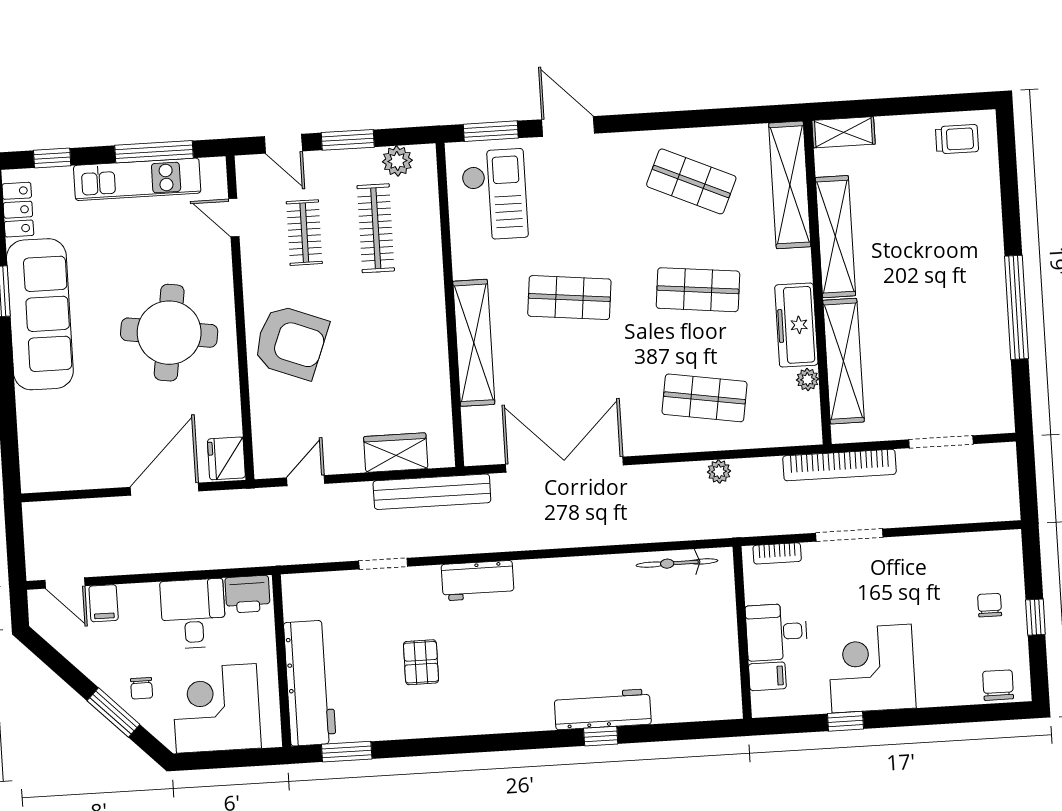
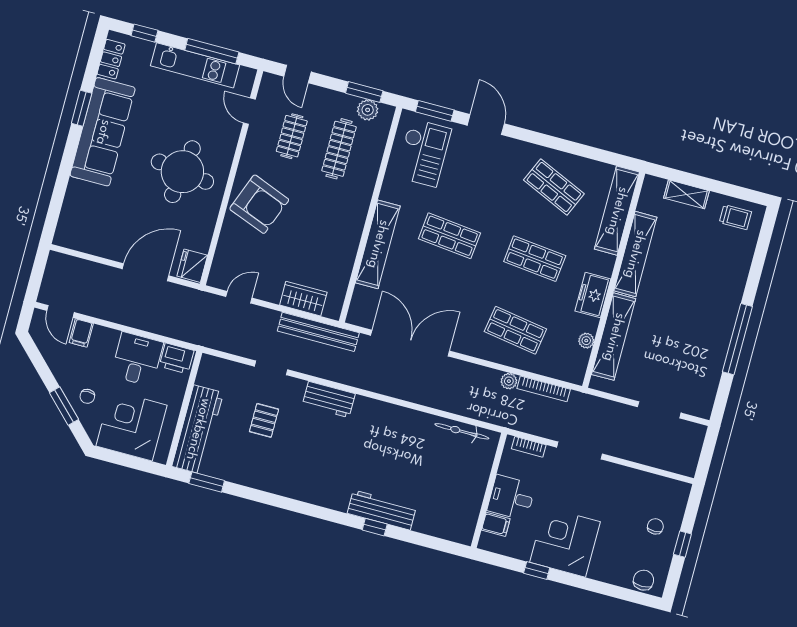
shelving: (843, 132) -> (686, 194), moved
window: (348, 140) -> (364, 92), moved
freezer: (796, 325) -> (593, 295), width x0.71
bookcase: (839, 465) -> (544, 389), moved, width x0.68, depth x0.76
pallet: (421, 662) -> (264, 420), moved

